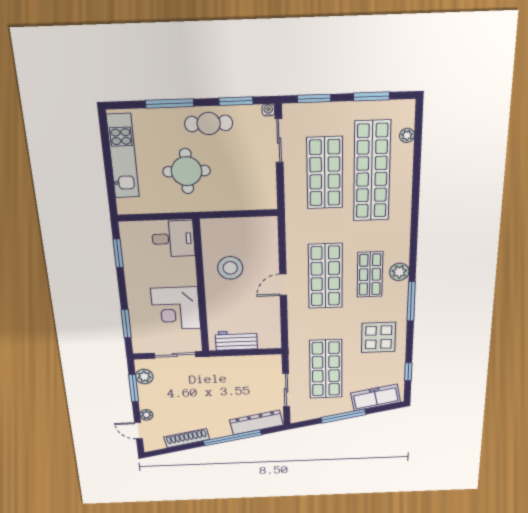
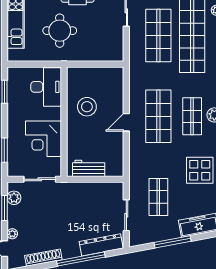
desk: (173, 239) -> (46, 87), width x1.37
shop shelf: (326, 369) -> (158, 197), width x0.70, depth x0.74

